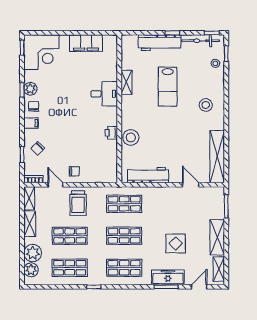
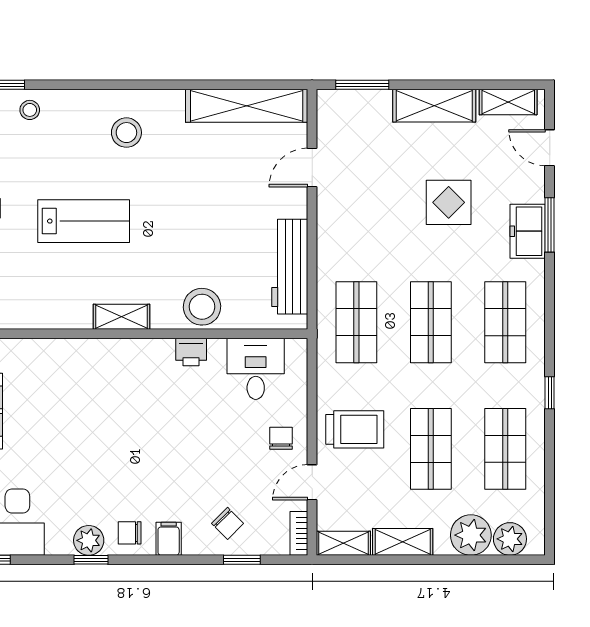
shelving: (126, 82) -> (122, 317), moved
desk: (104, 94) -> (256, 369), moved
freezer: (168, 277) -> (528, 231), width x0.71

